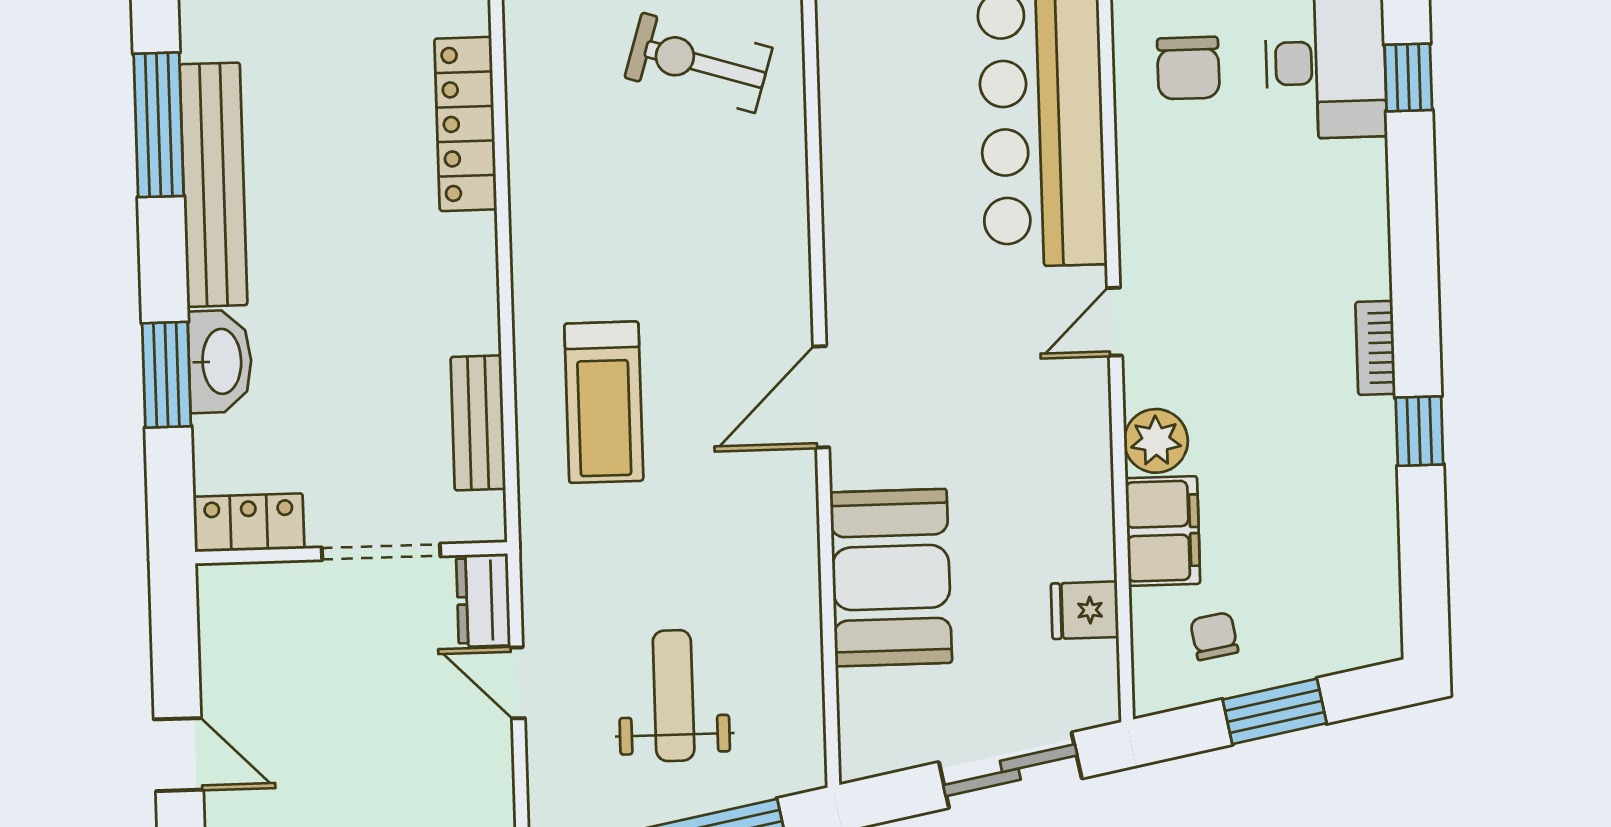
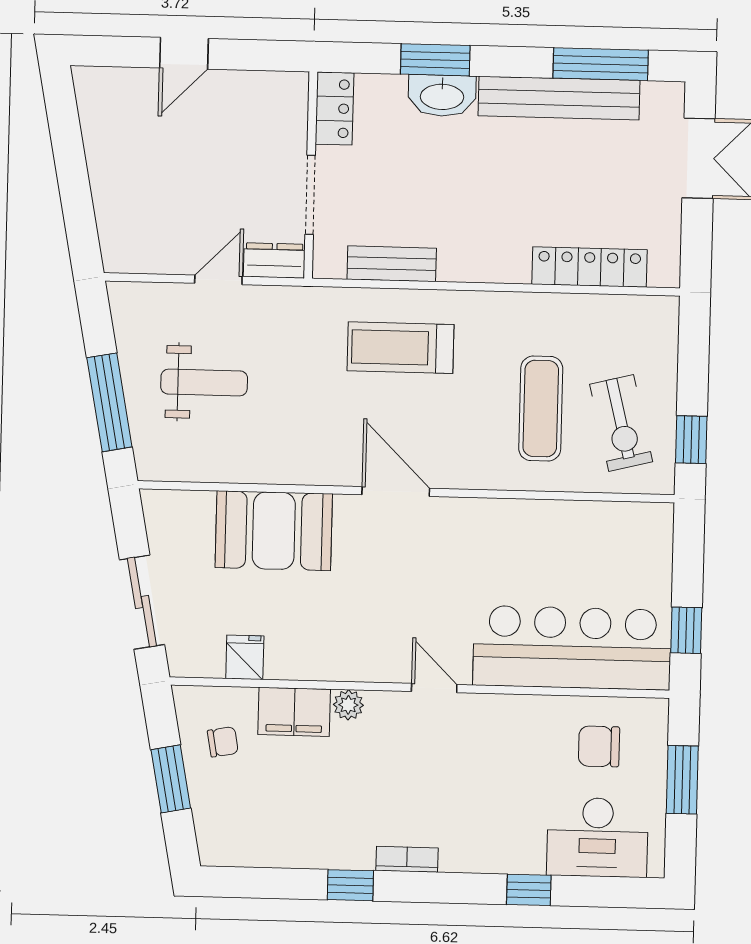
exercise bike: (698, 63) -> (621, 423), turned 149
window: (1408, 77) -> (529, 890), moved
exercise mat: (683, 185) -> (541, 409), added
plant: (1156, 441) -> (348, 705), width x0.73, depth x0.73

